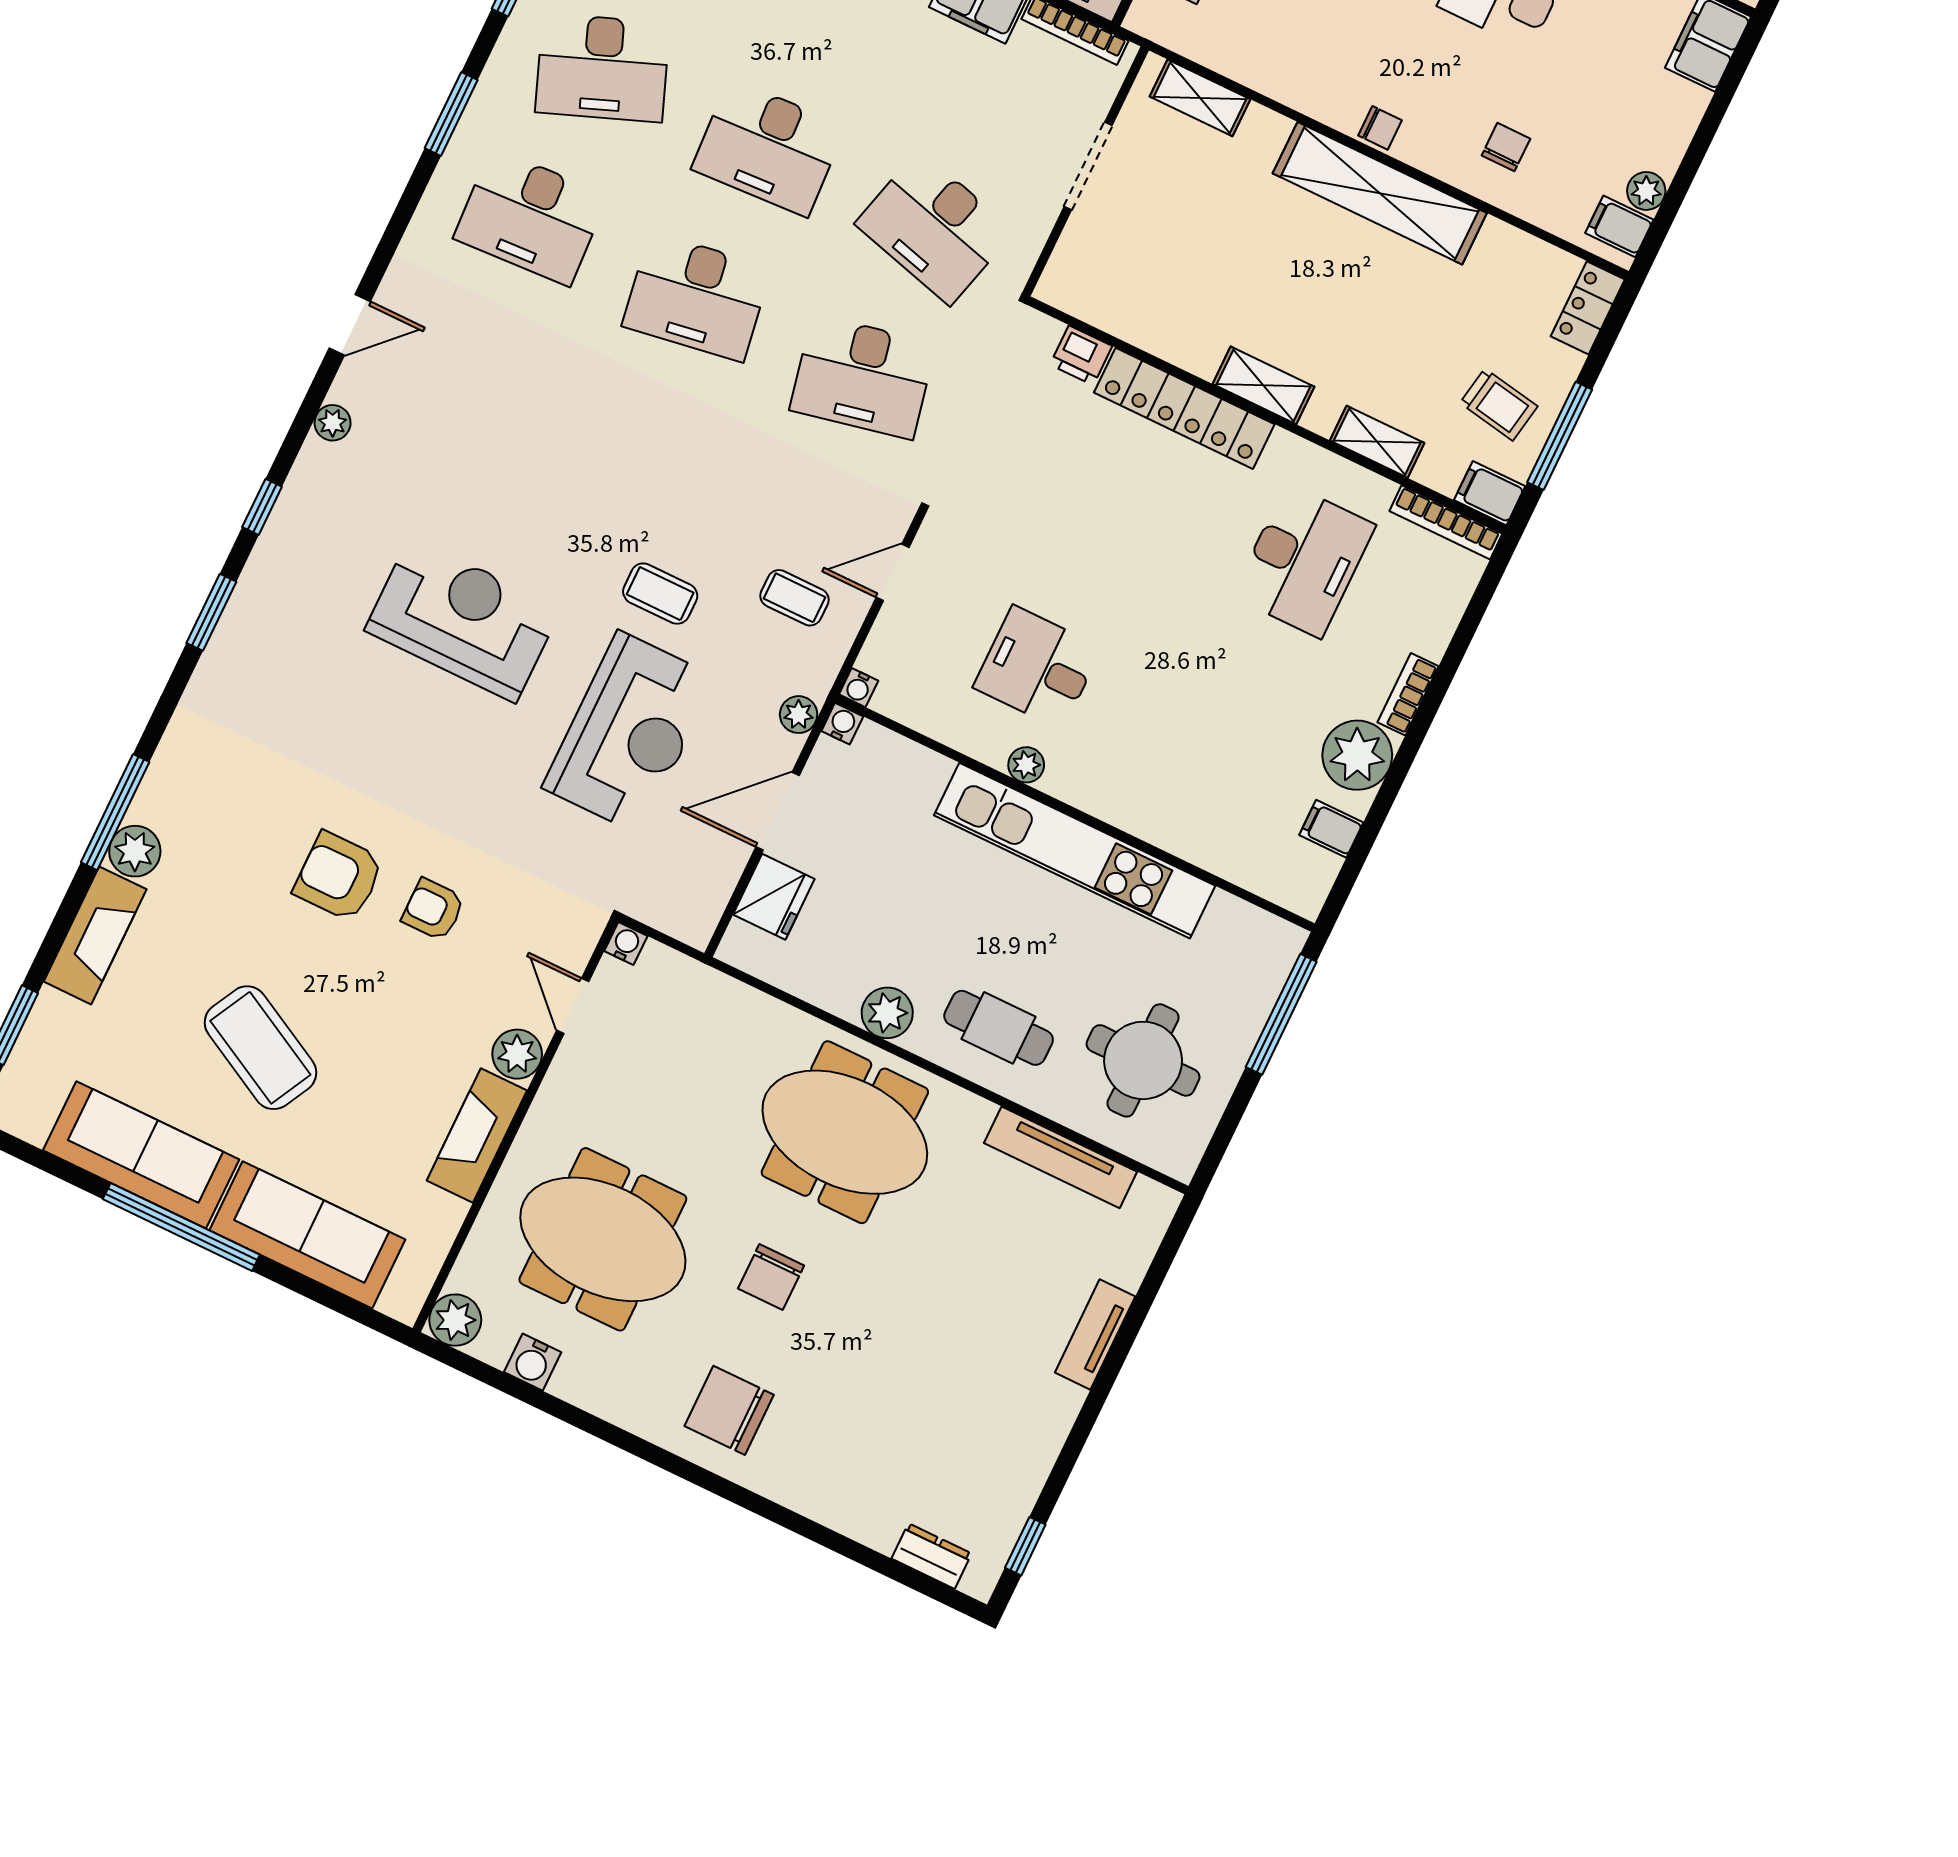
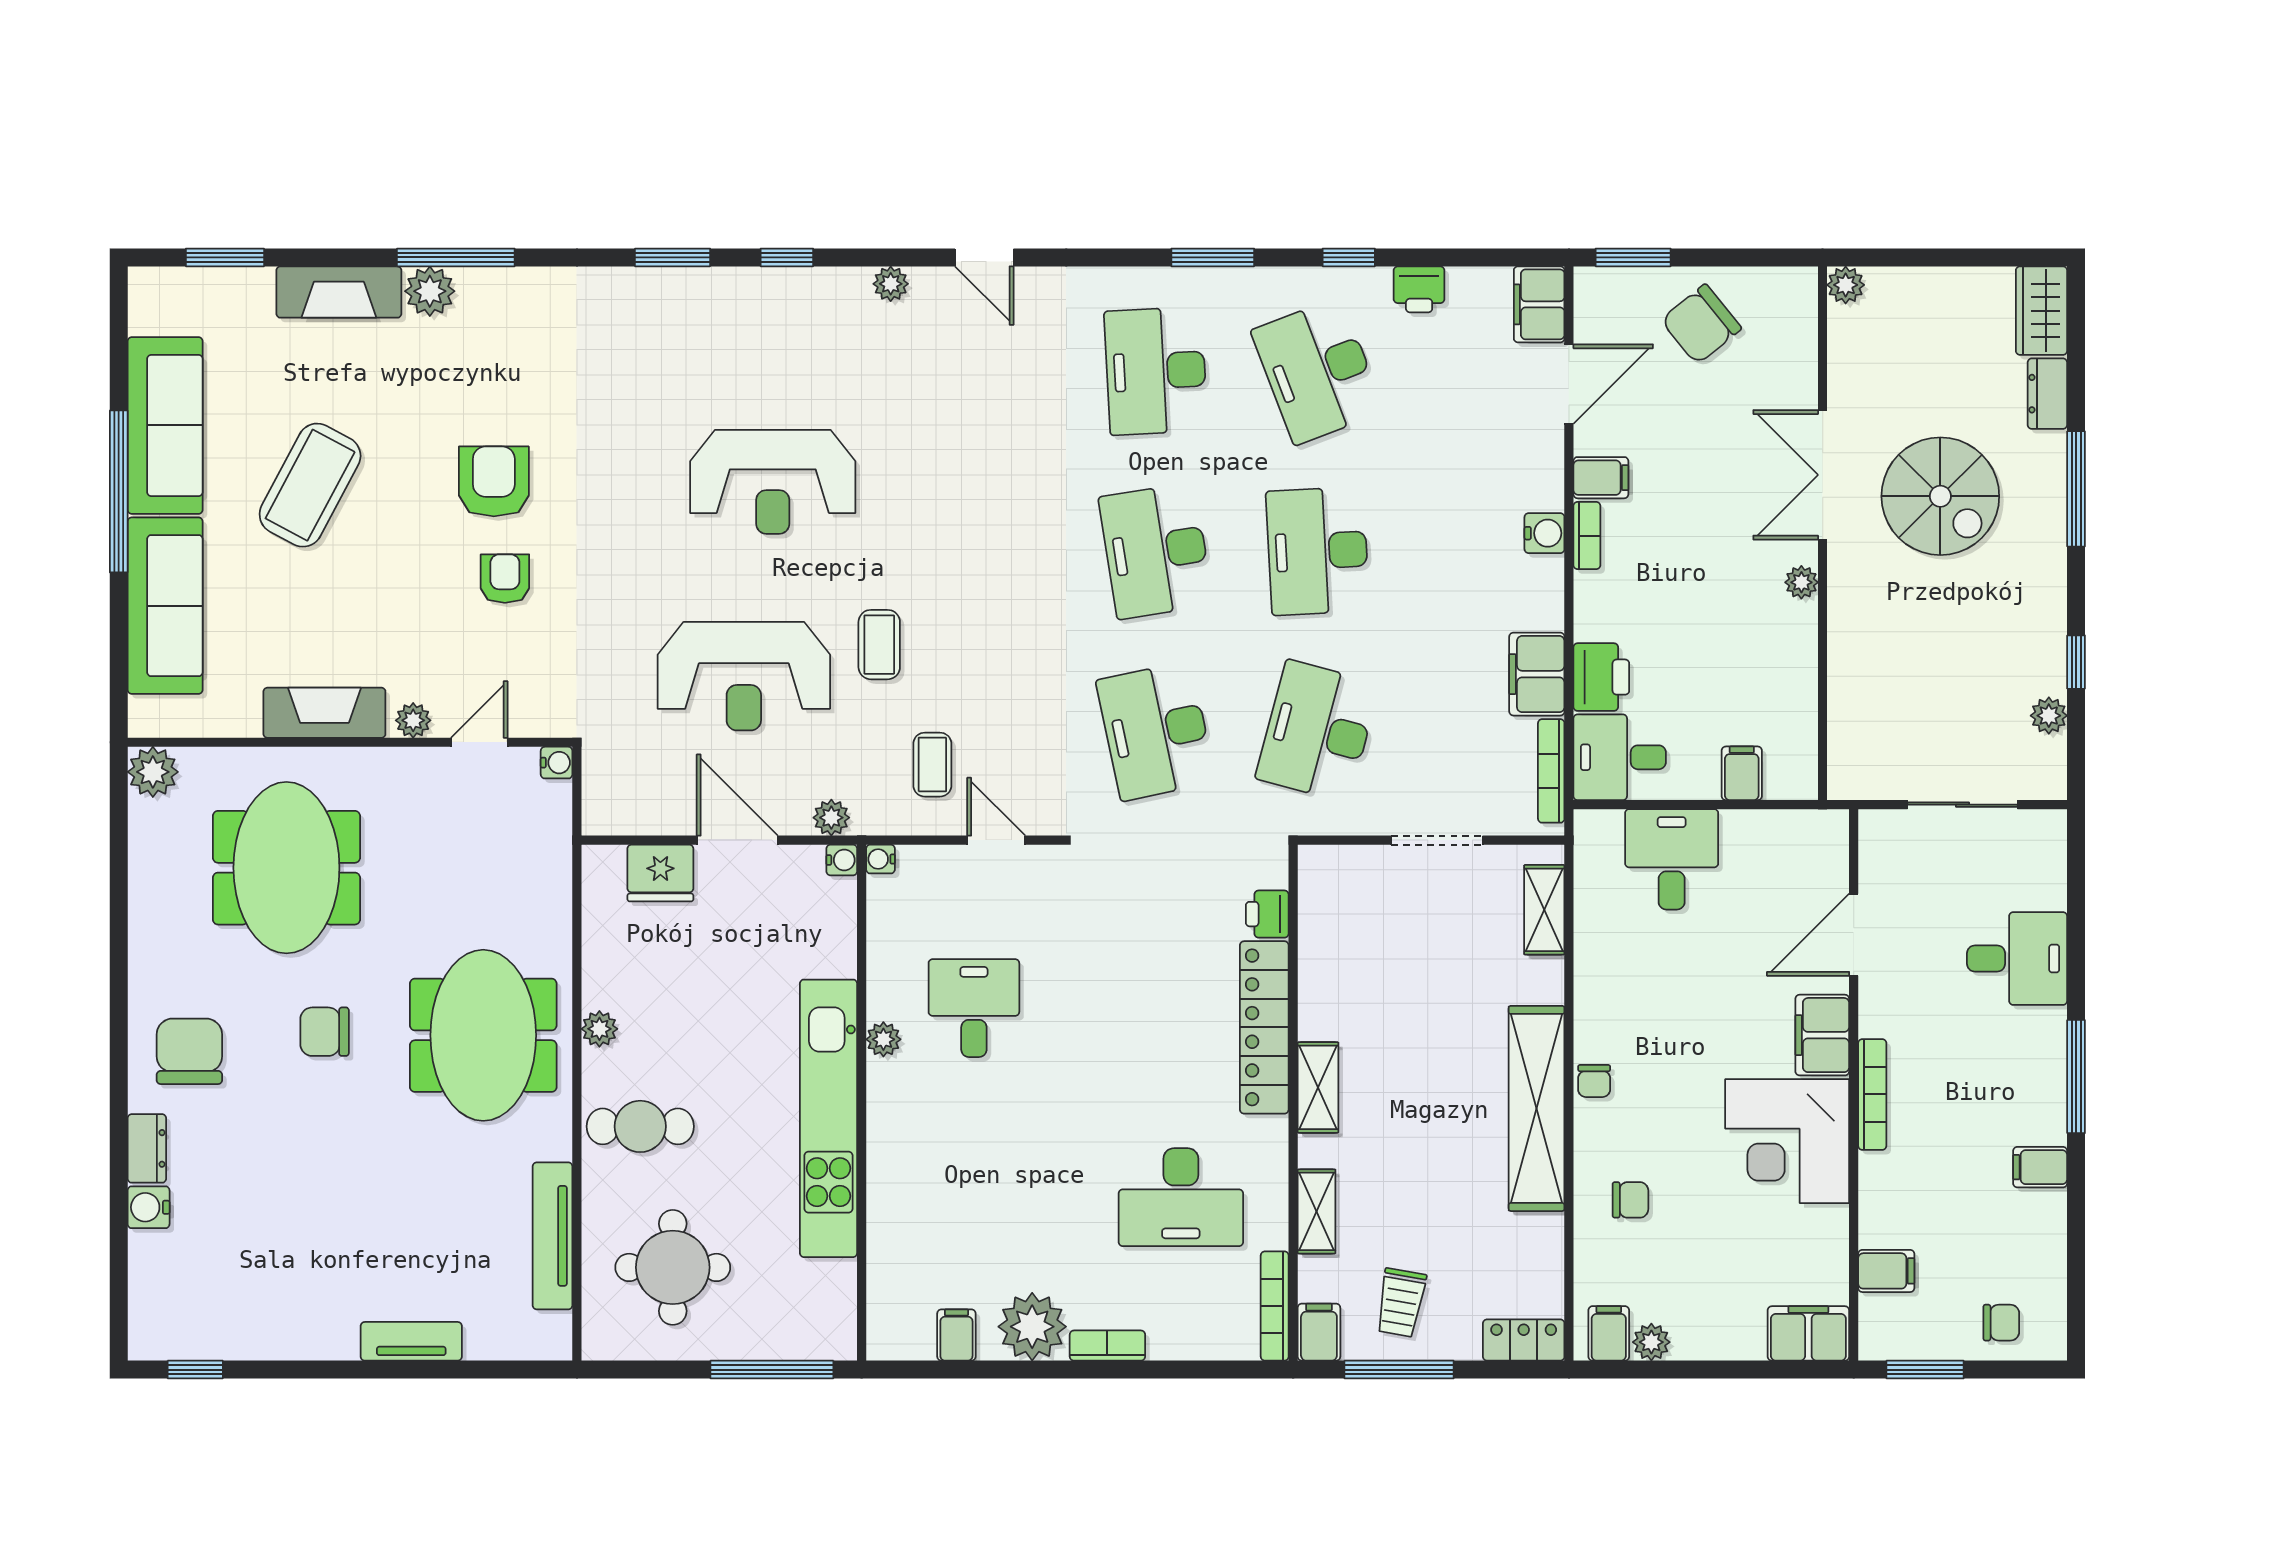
reception desk: (463, 619) -> (773, 482), turned 90
plant: (887, 1013) -> (599, 1029), width x0.73, depth x0.73
cafe table: (999, 1028) -> (640, 1126), turned 90
plant: (517, 1054) -> (413, 720), width x0.73, depth x0.73
water cooler: (533, 1362) -> (149, 1207), moved
dresser: (931, 1556) -> (147, 1148), moved

